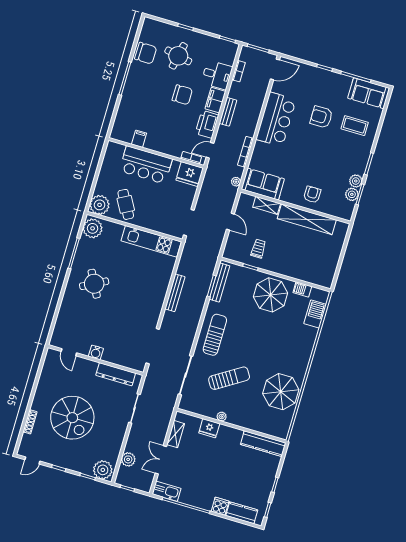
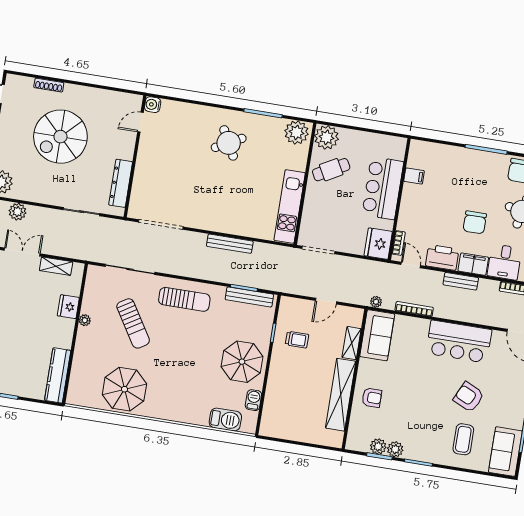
armchair: (321, 117) -> (469, 397), turned -65
water cooler: (96, 352) -> (153, 105), moved

